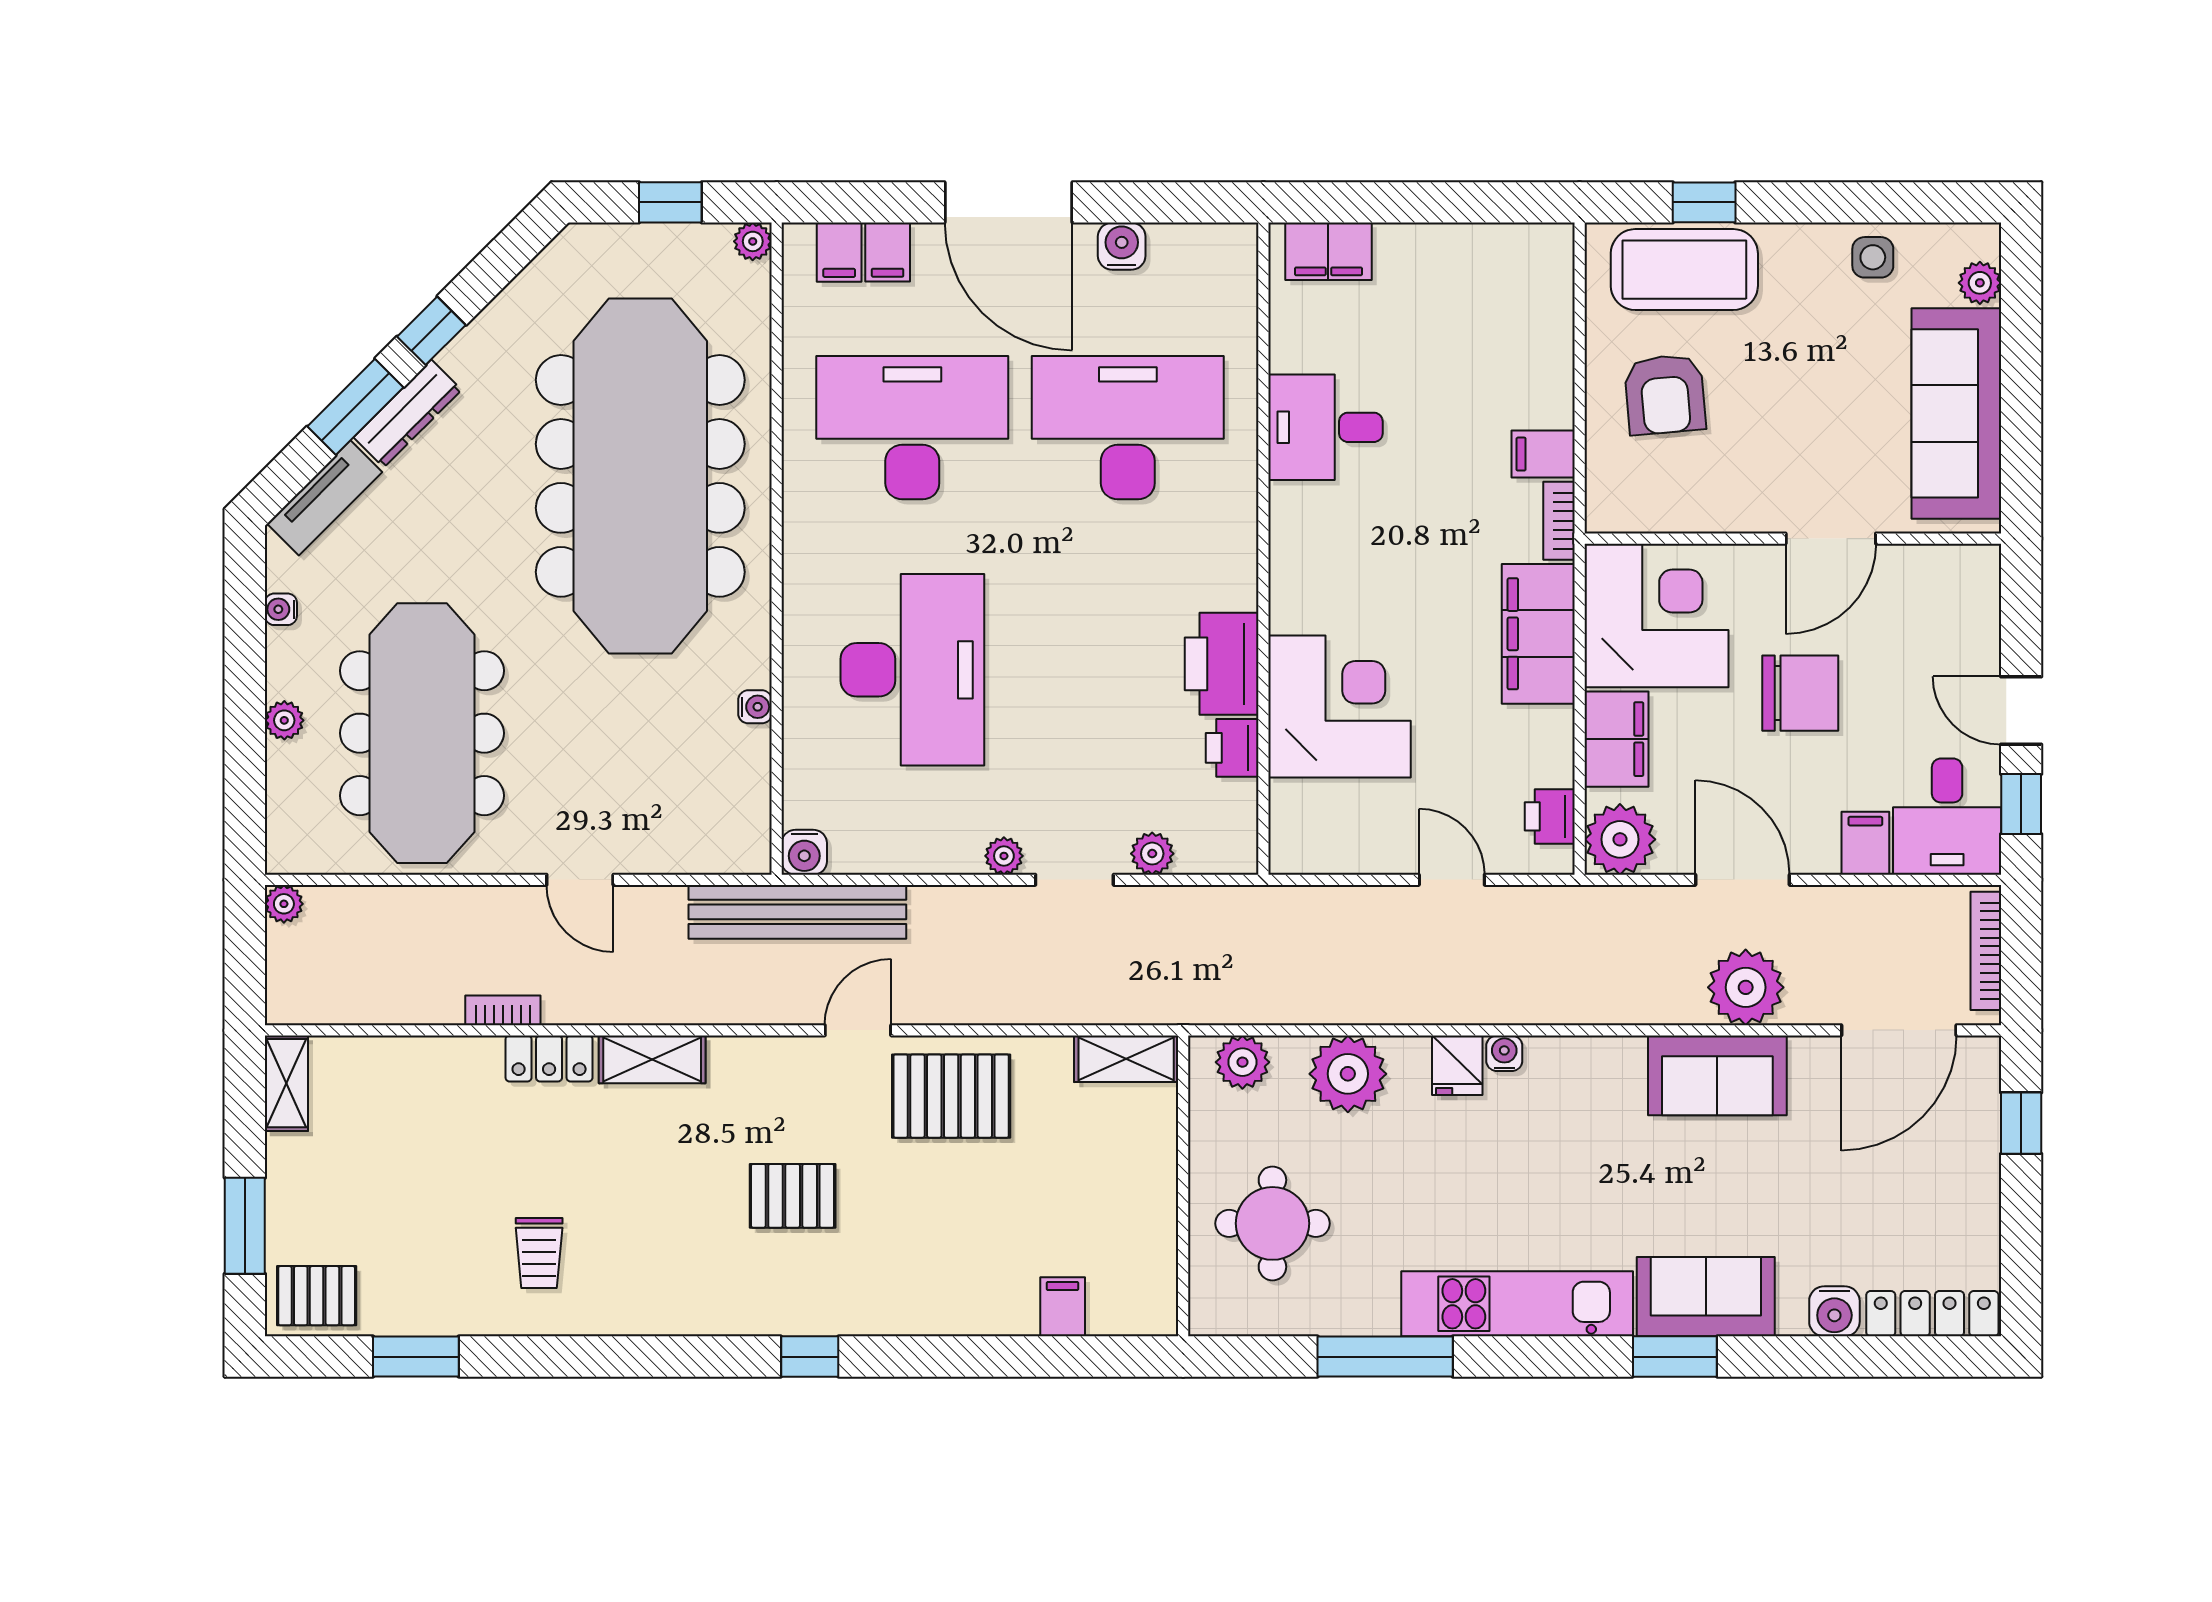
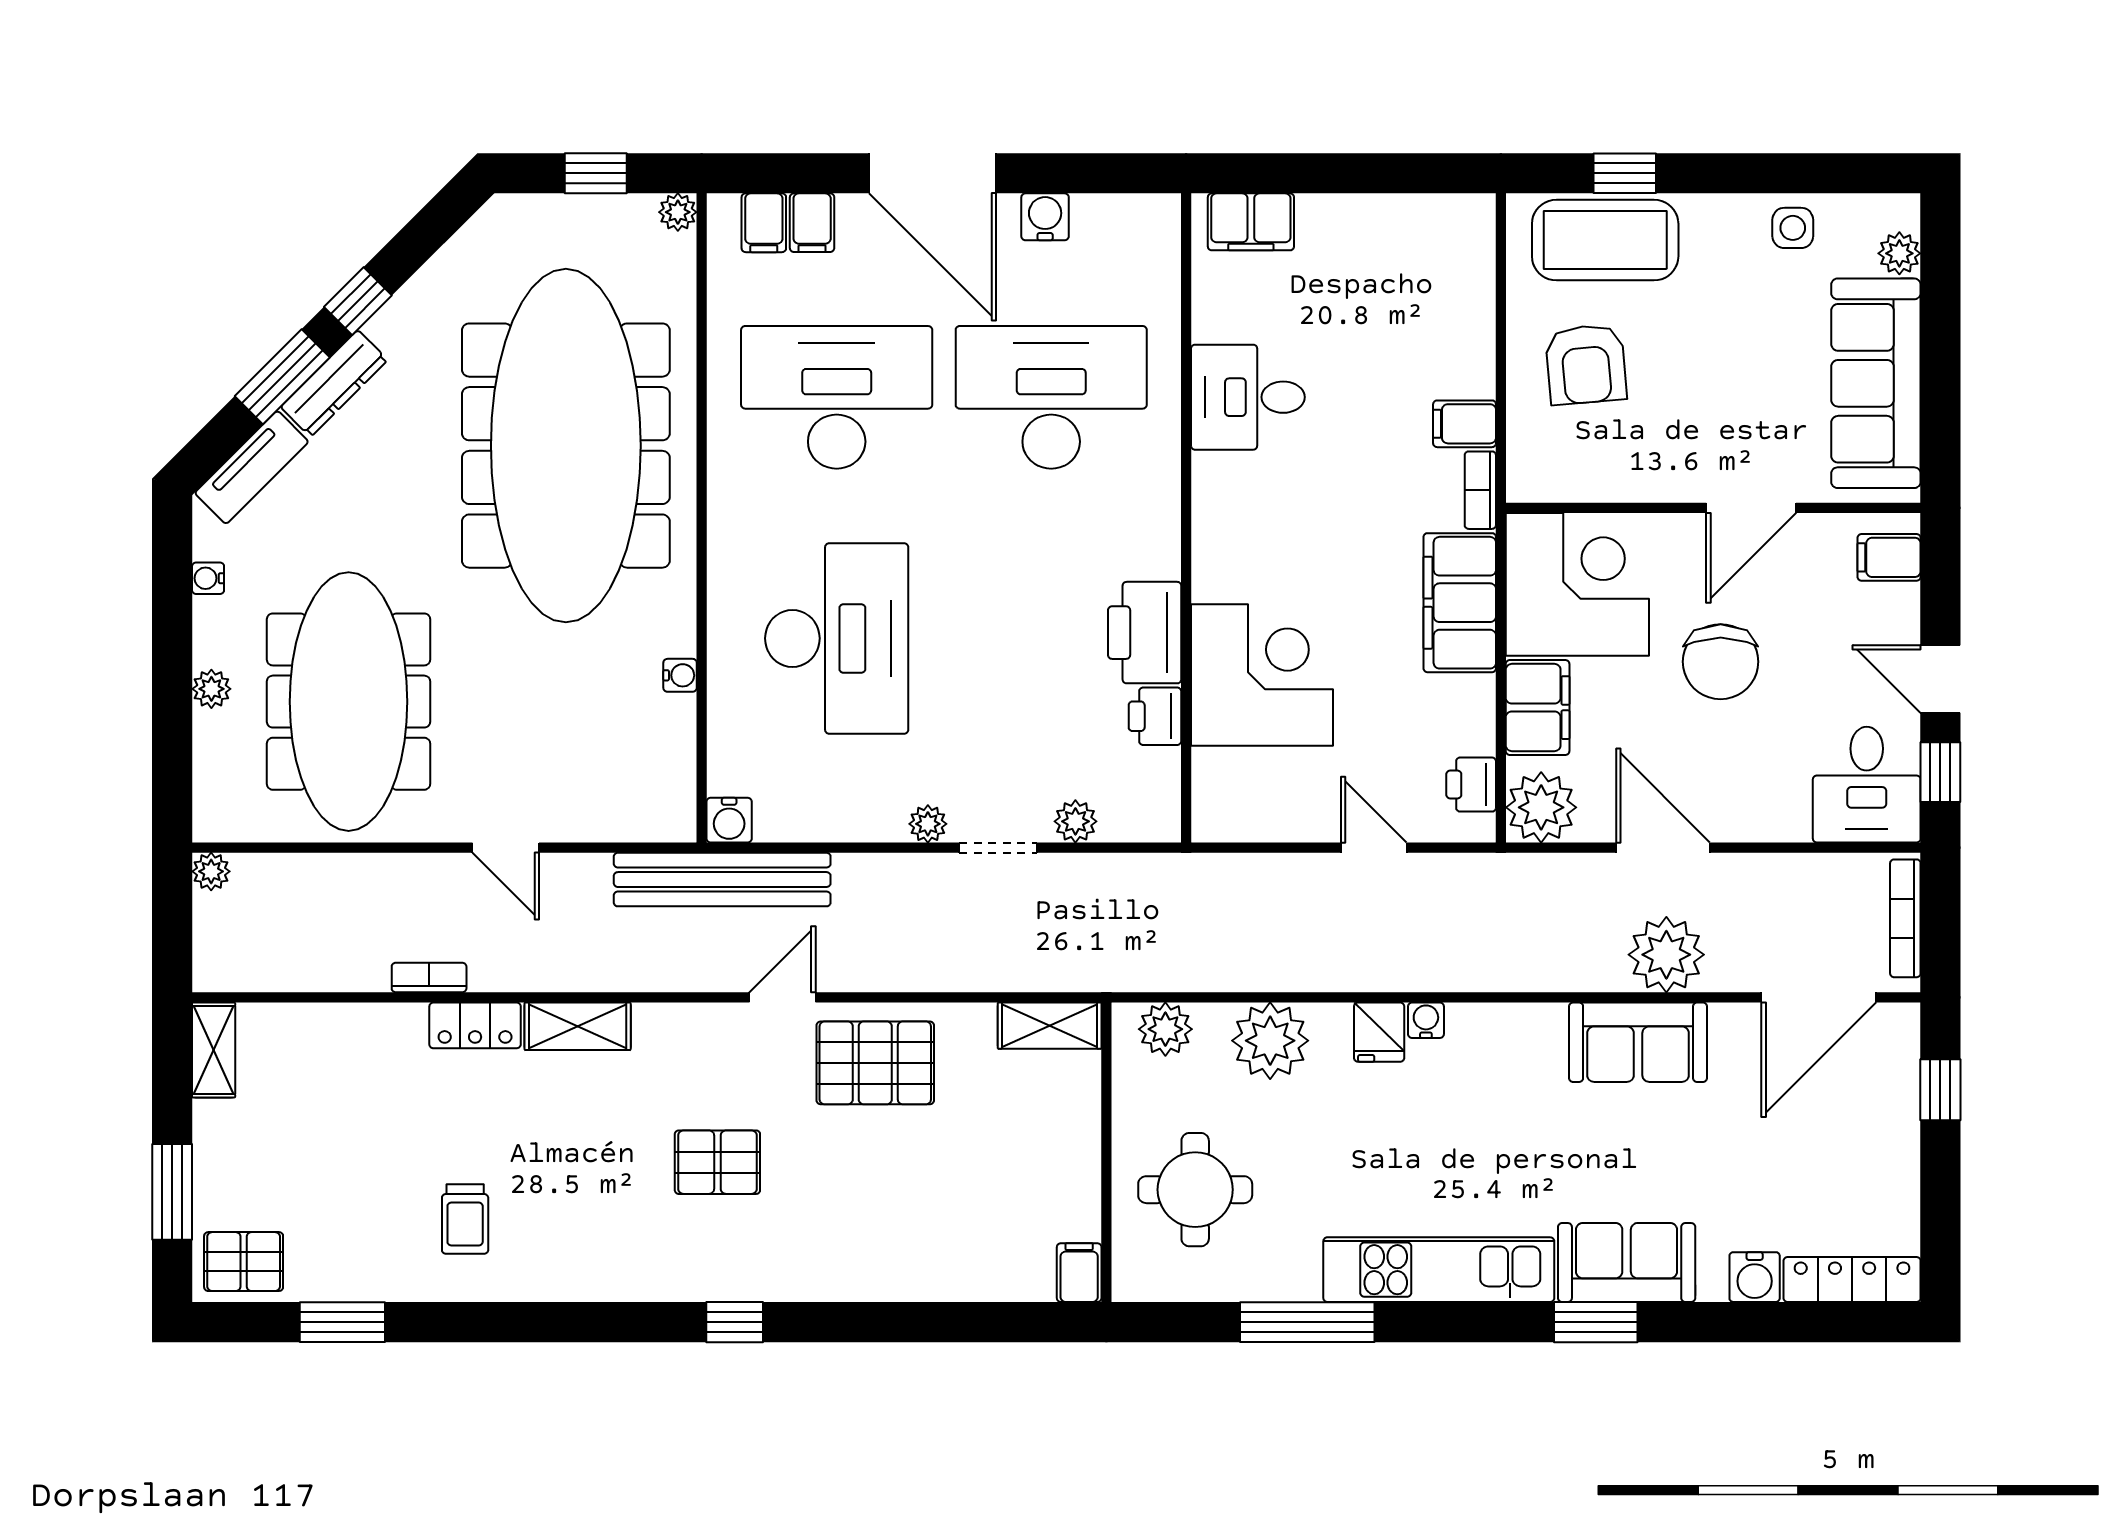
chair: (1800, 693) -> (1721, 662), turned 90
filing cabinet: (1865, 843) -> (1889, 557), moved, turned -90
filing cabinet: (1063, 1307) -> (1079, 1273), moved

